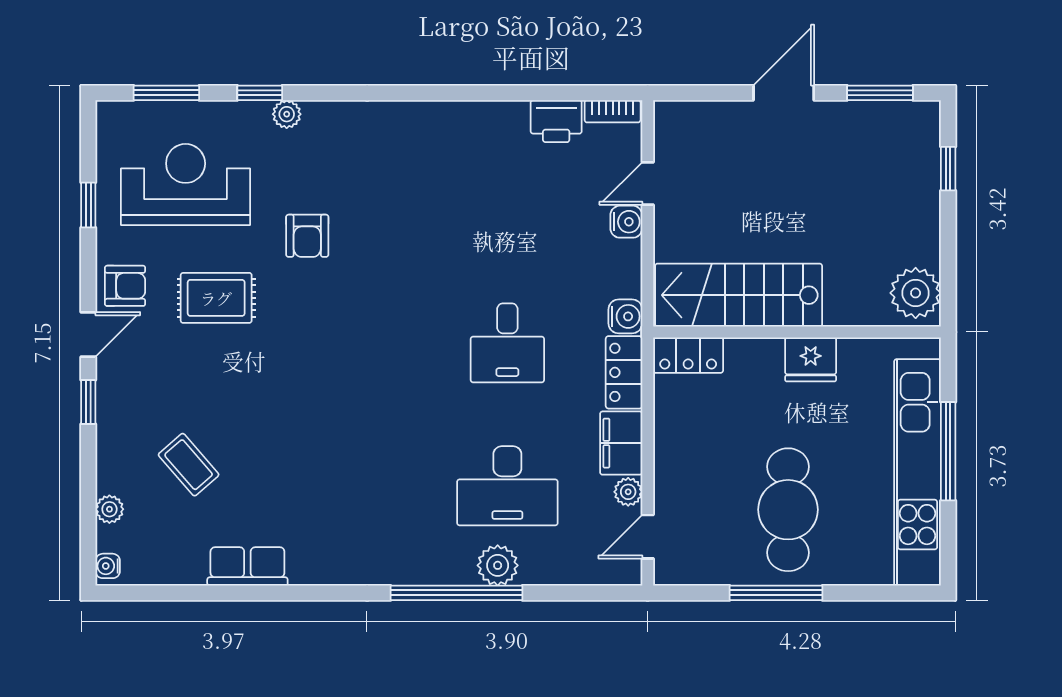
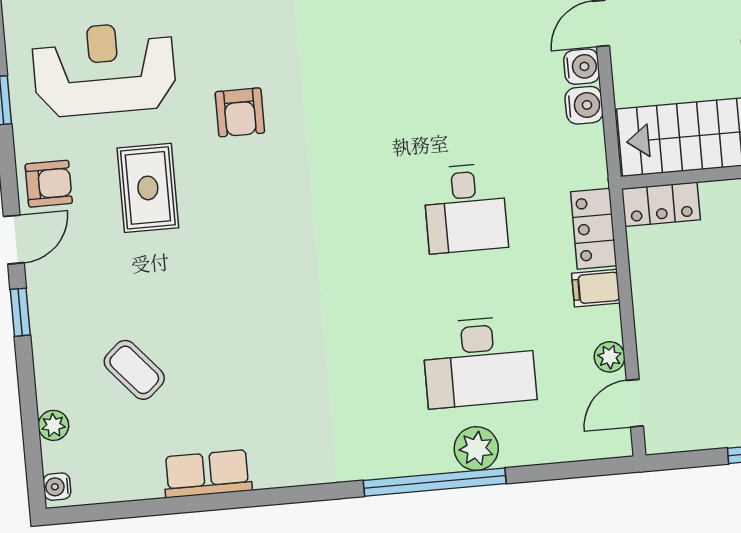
rug: (216, 298) -> (148, 188), turned 90
water cooler: (625, 316) -> (584, 105), moved
filing cabinet: (621, 443) -> (596, 288), width x0.50

